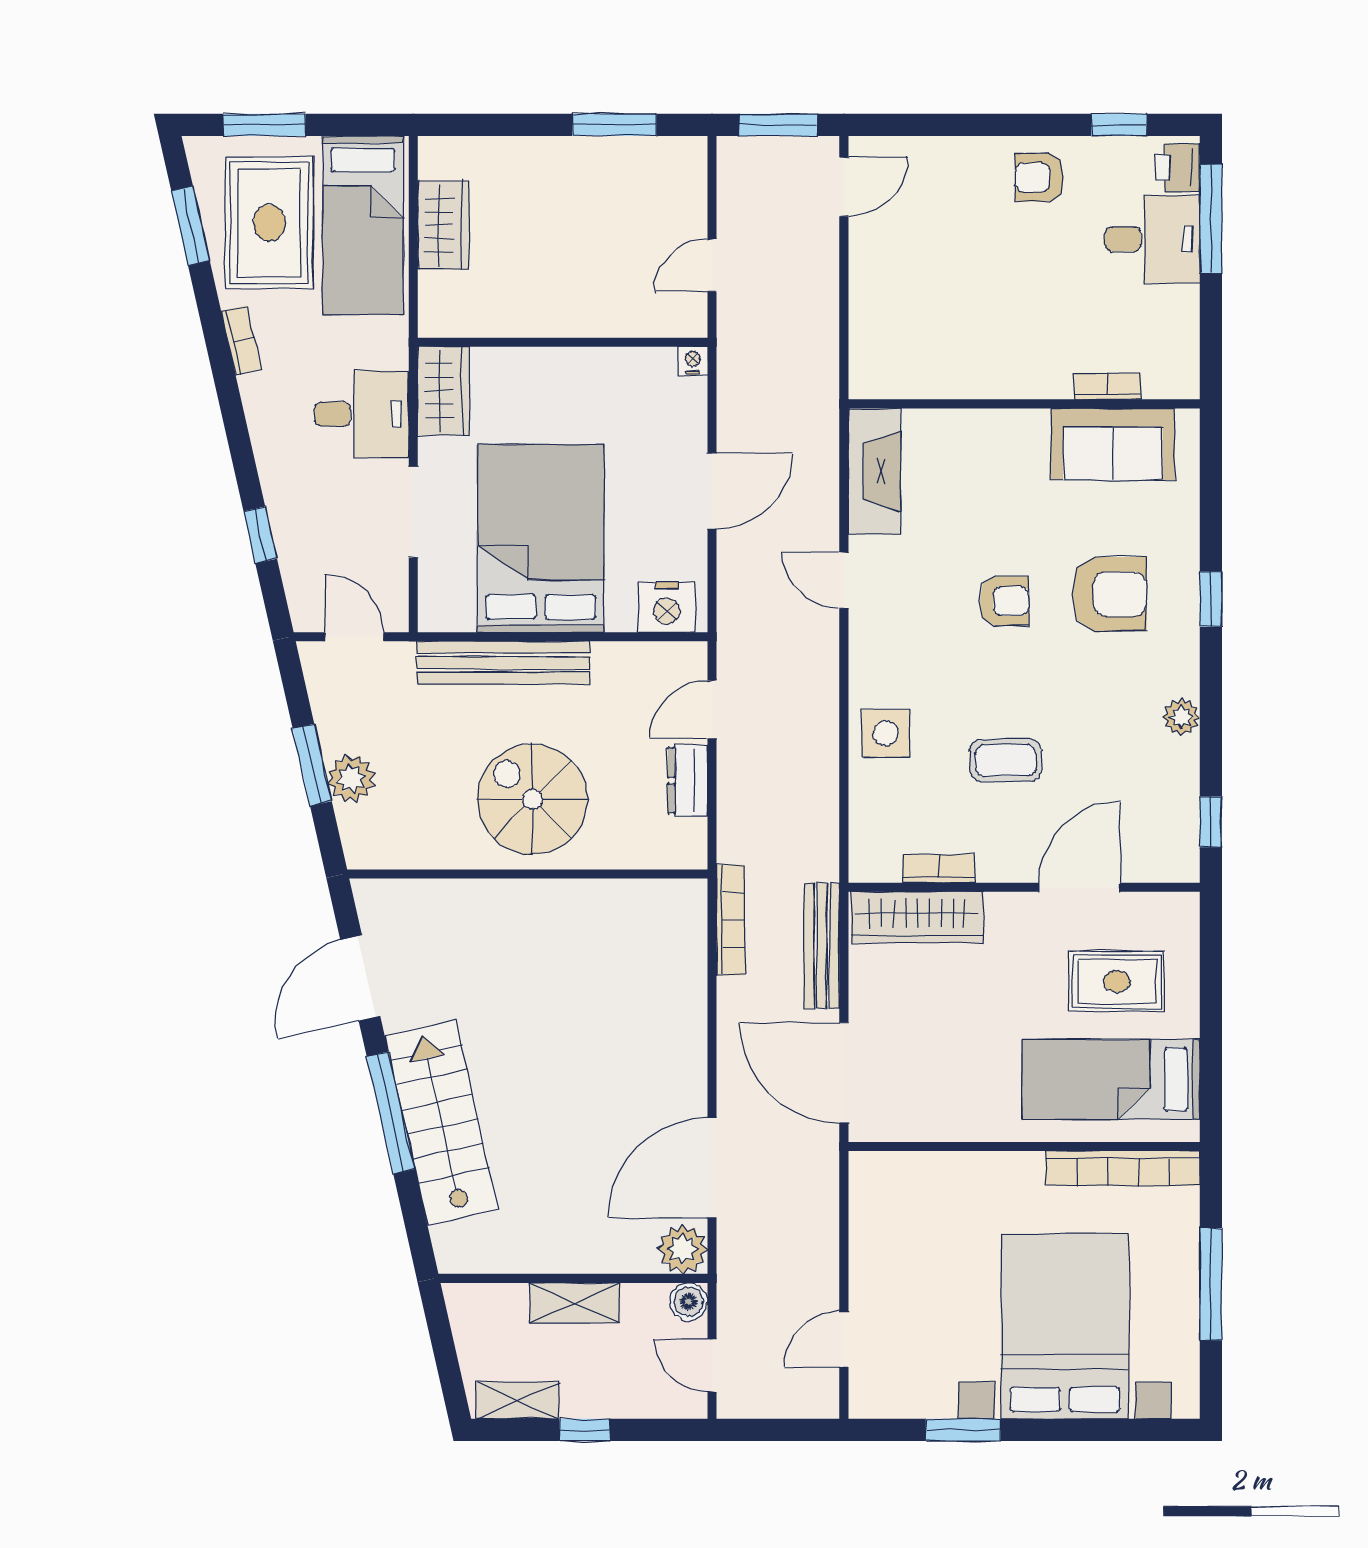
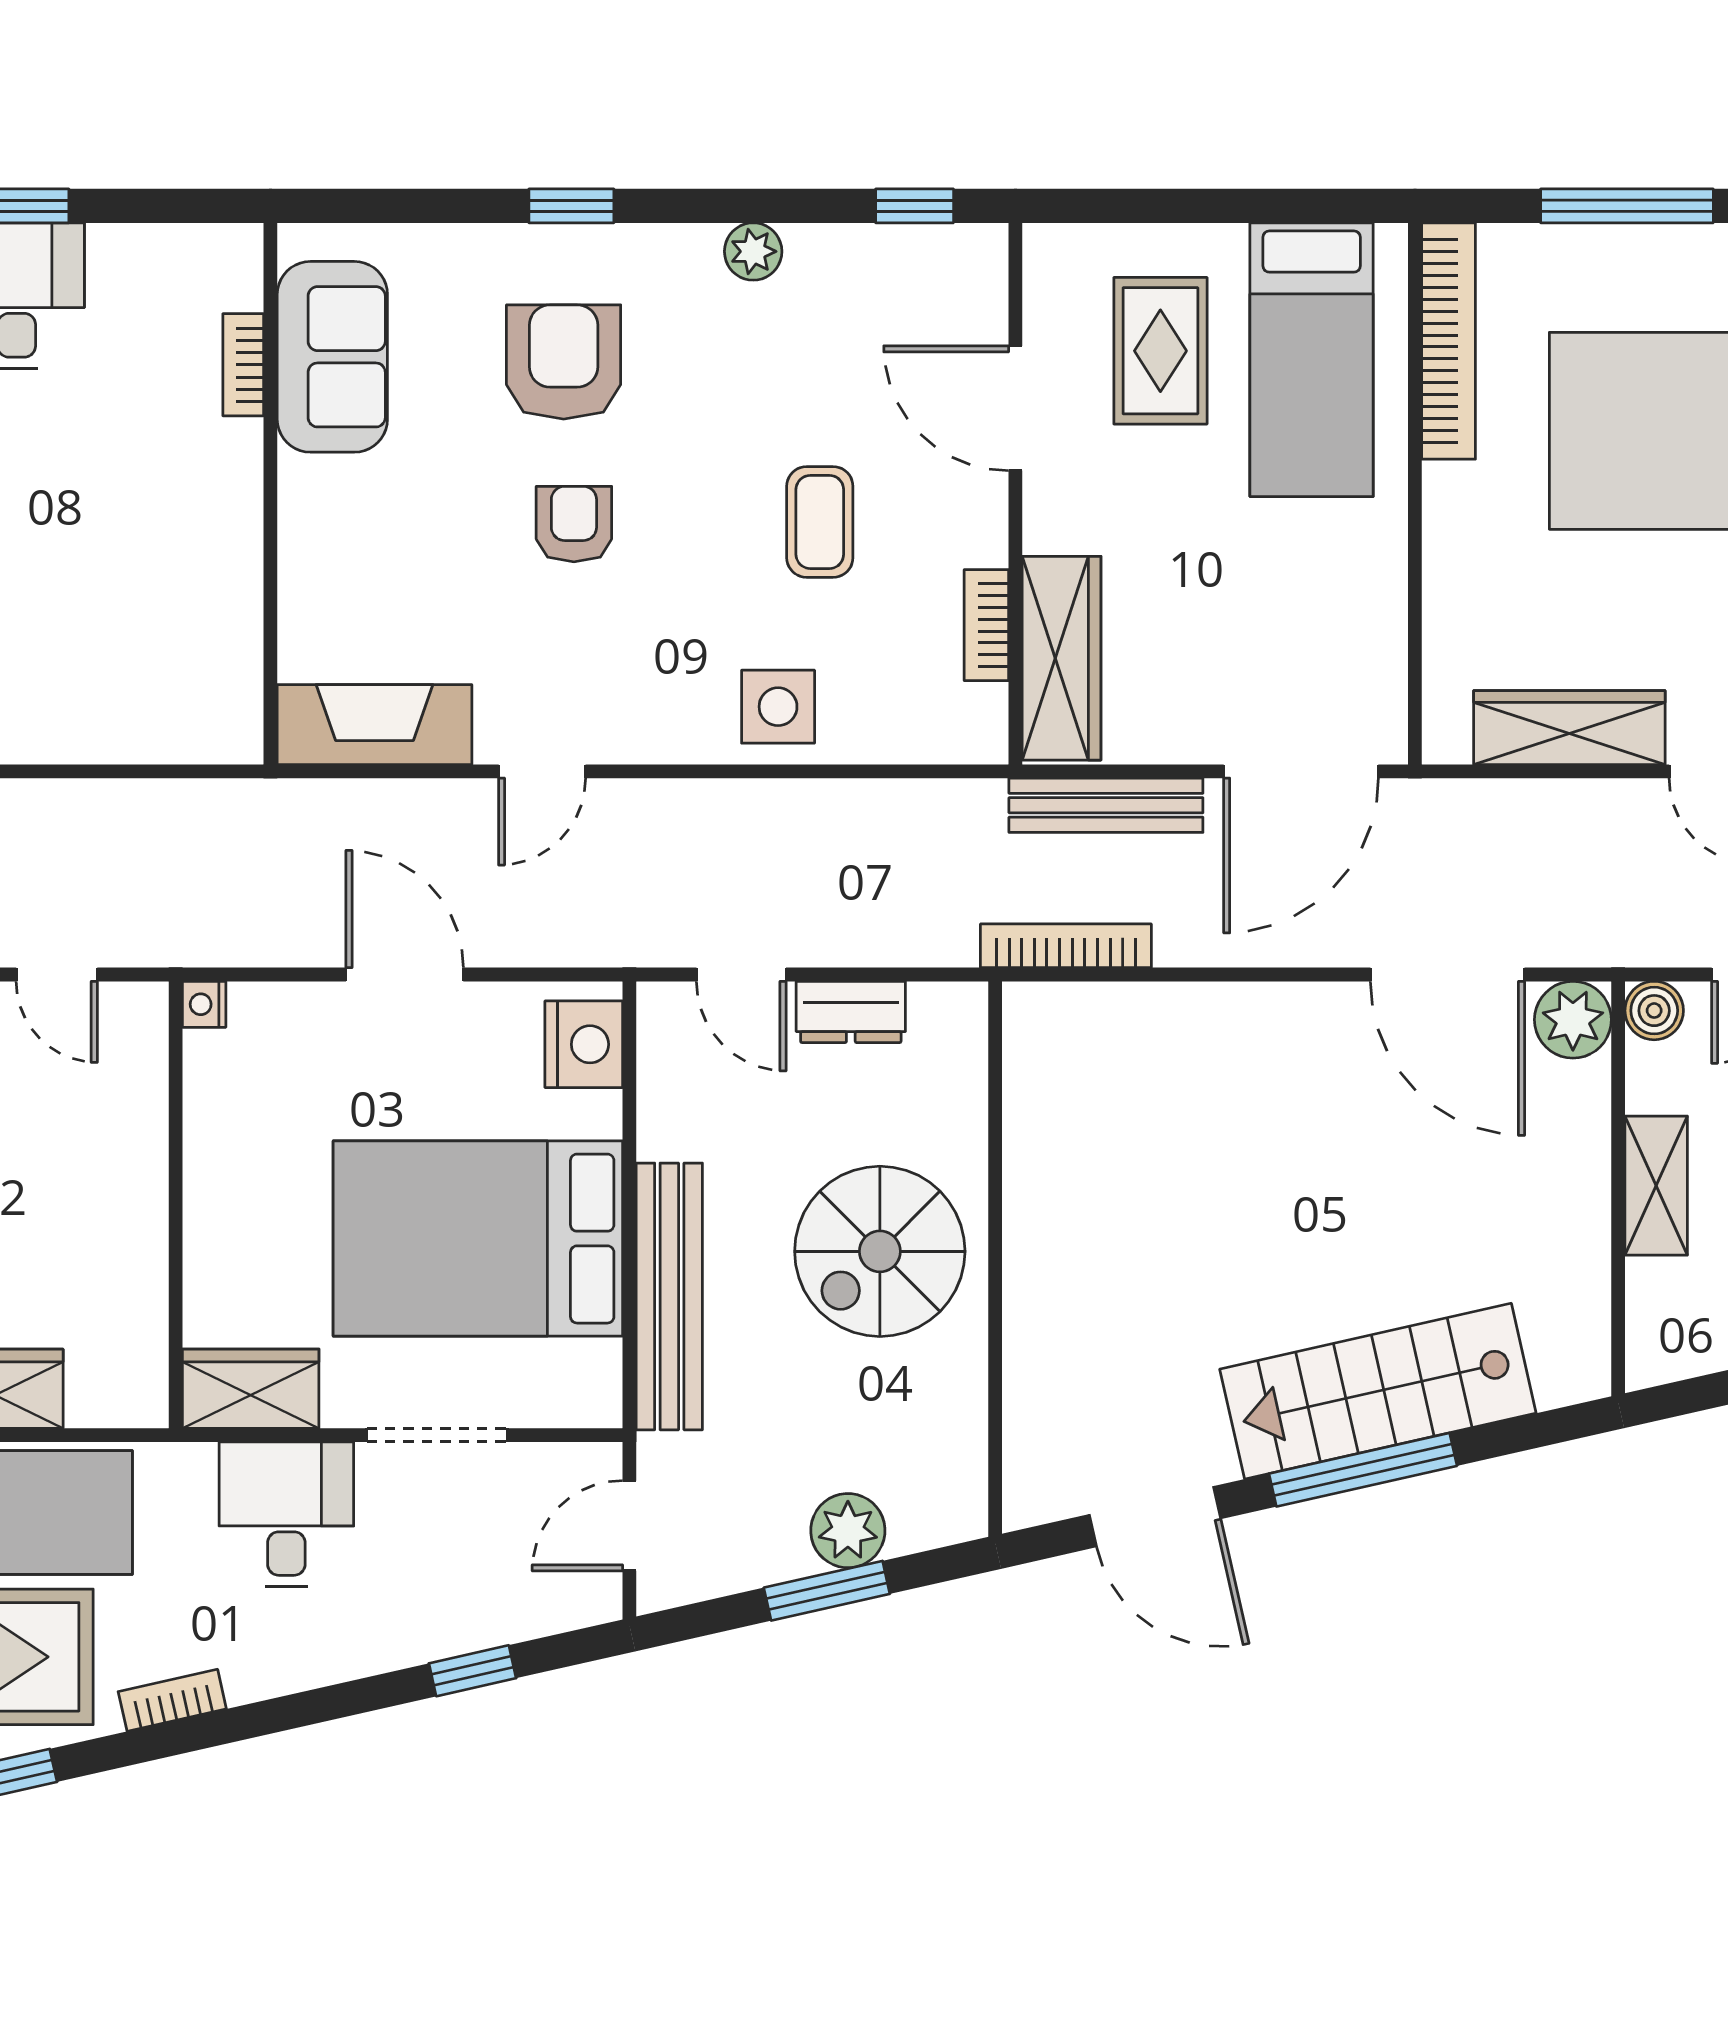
wardrobe: (872, 1247) -> (1569, 728), added

